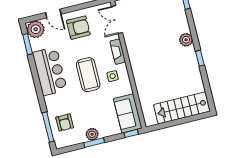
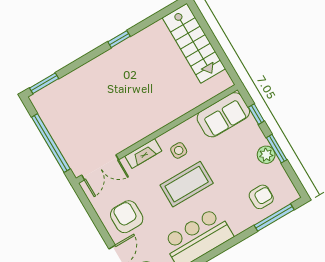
plant: (186, 40) -> (100, 65), removed
window: (131, 133) -> (256, 114), moved

